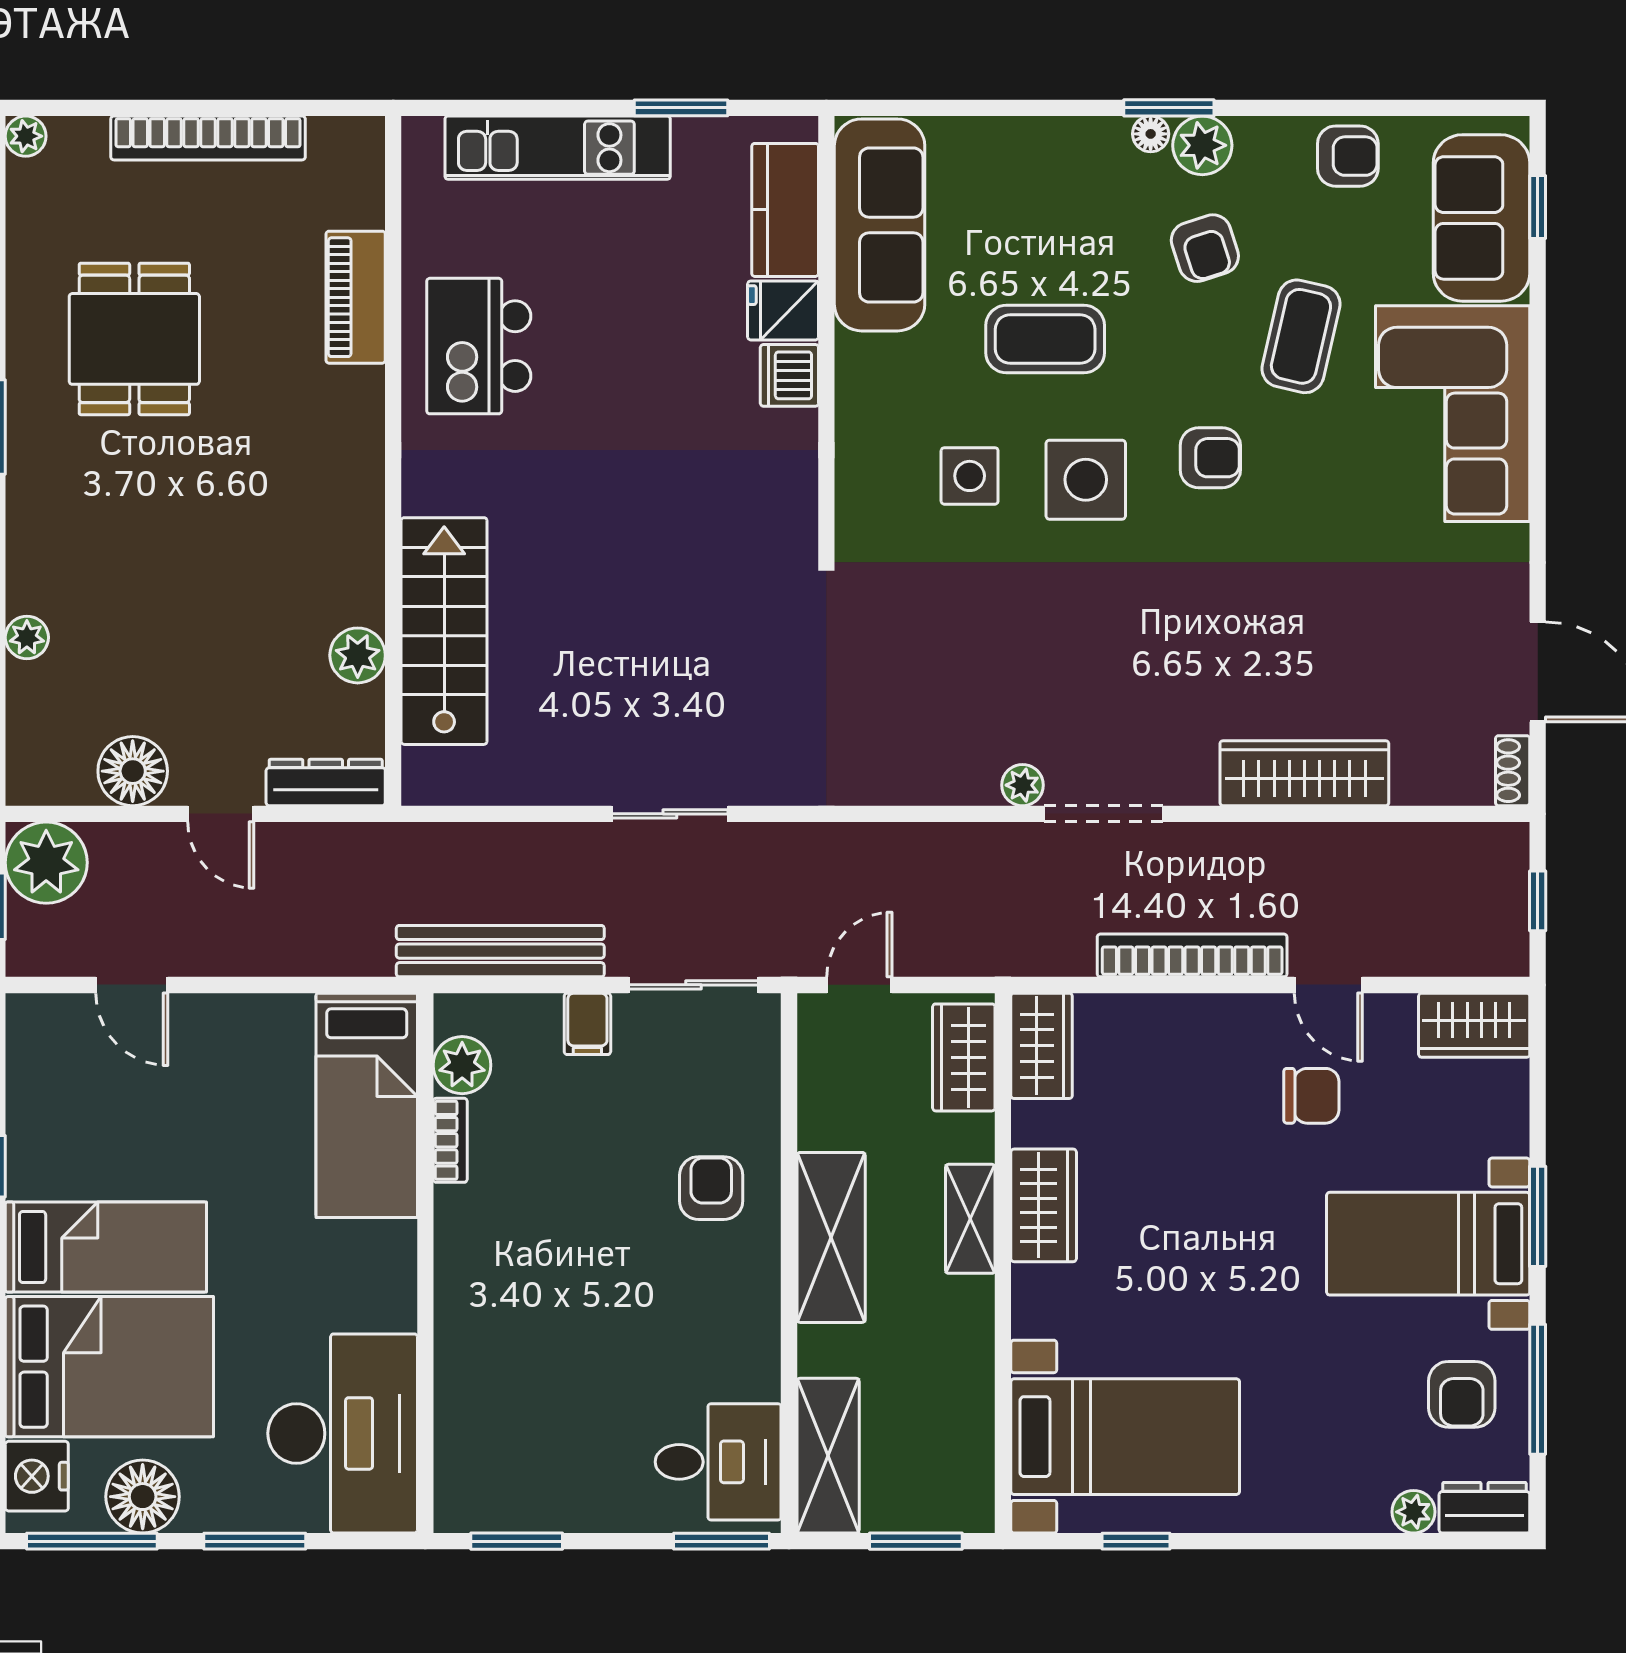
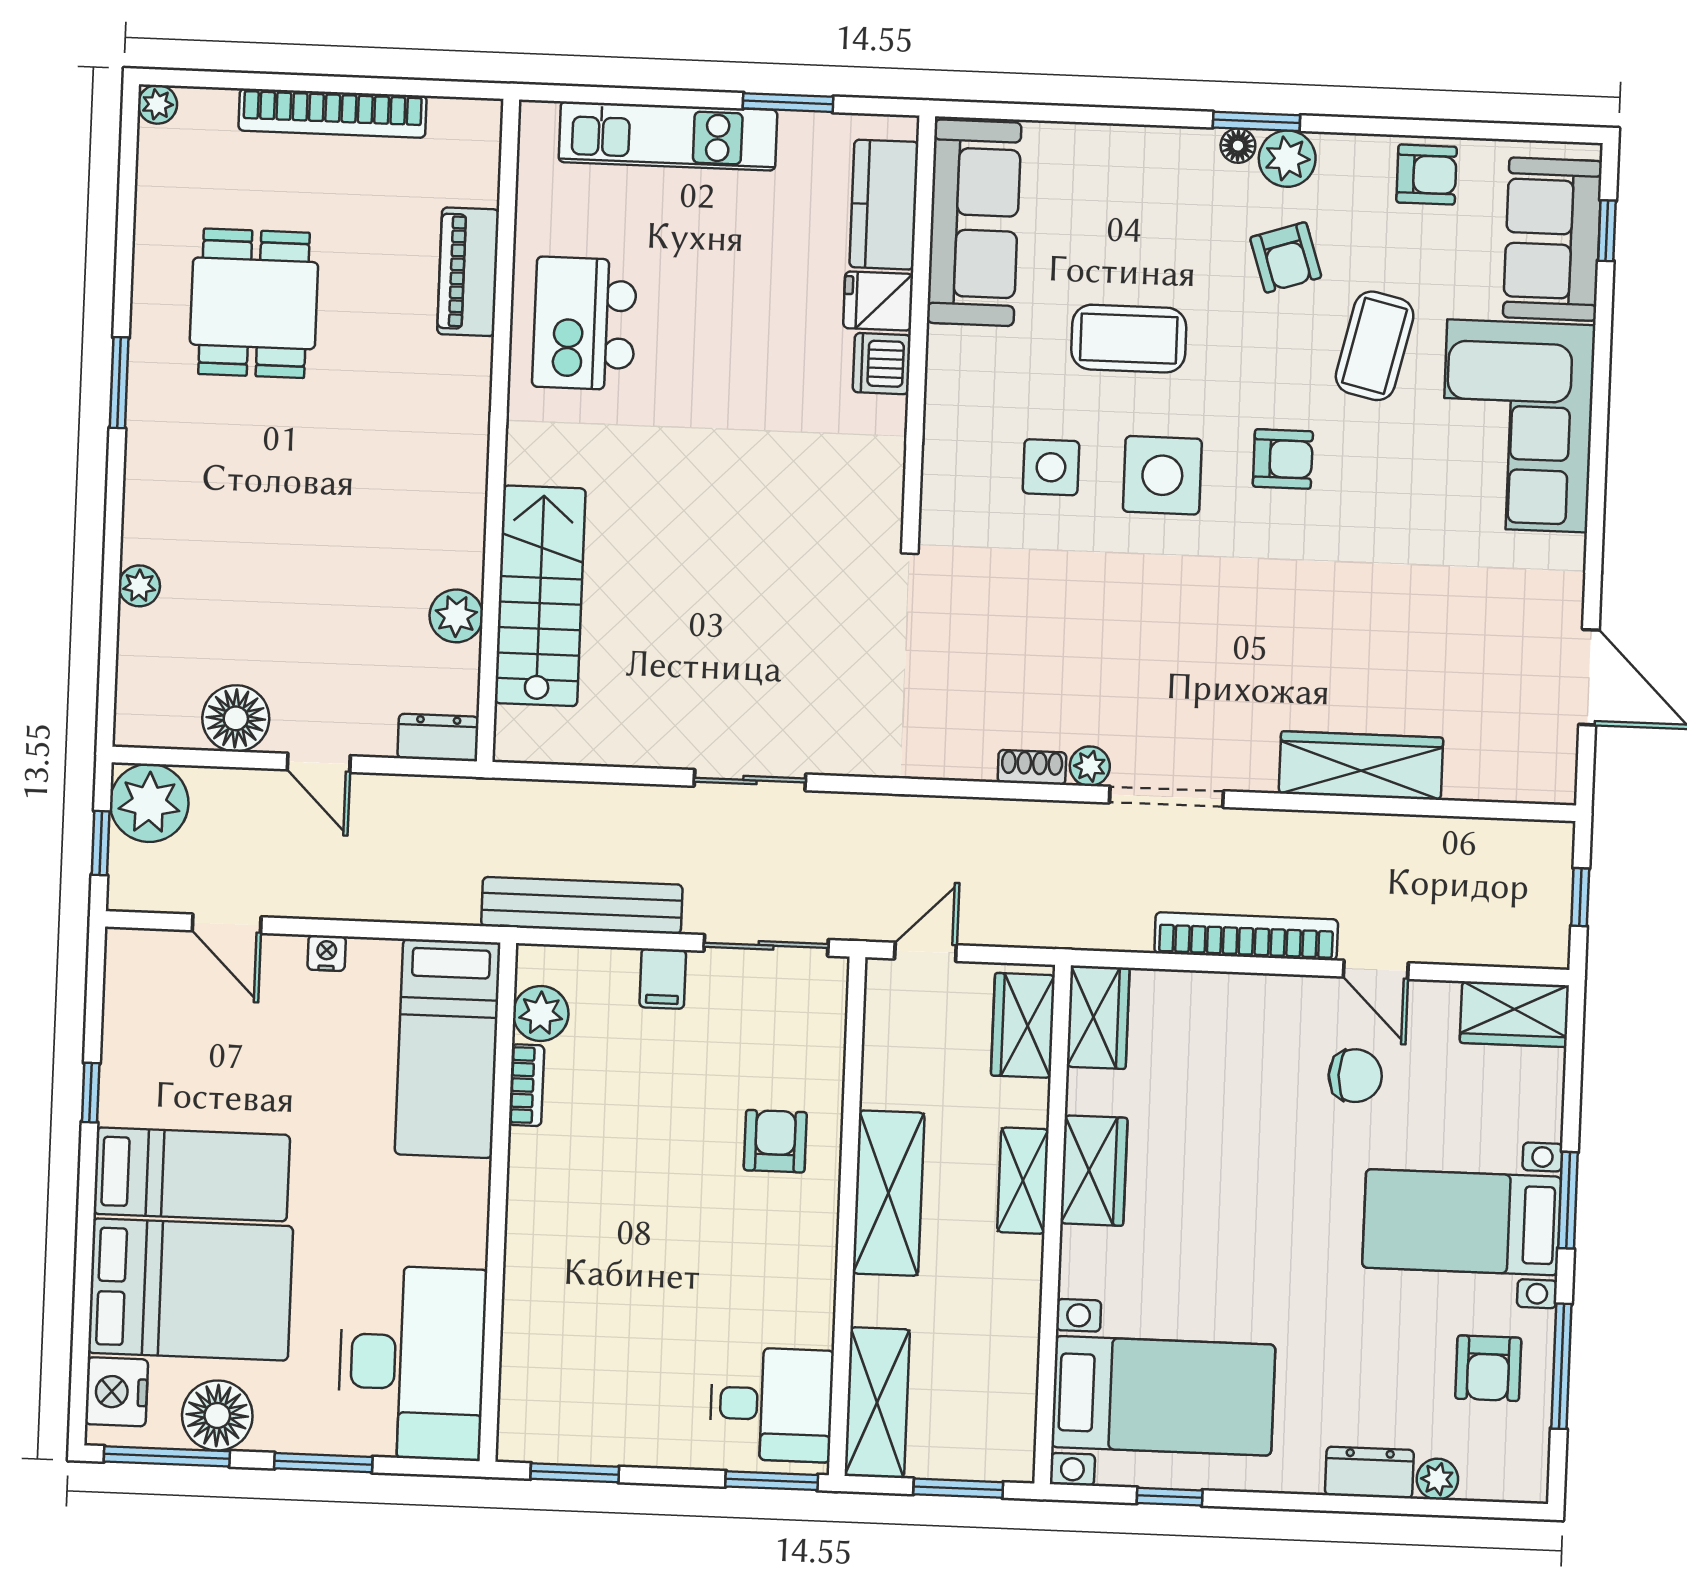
shoe rack: (1513, 771) -> (1032, 767), moved, turned 90
dresser: (326, 783) -> (438, 737), width x0.70
nightstand: (237, 1011) -> (327, 953), added
dresser: (1484, 1508) -> (1369, 1472), moved

